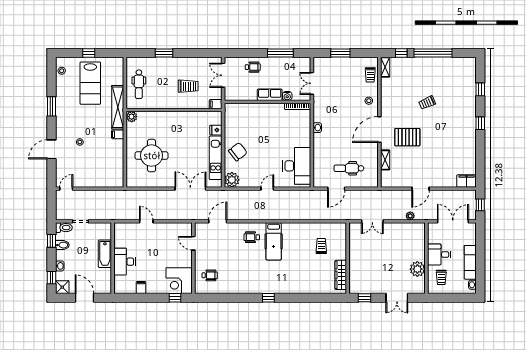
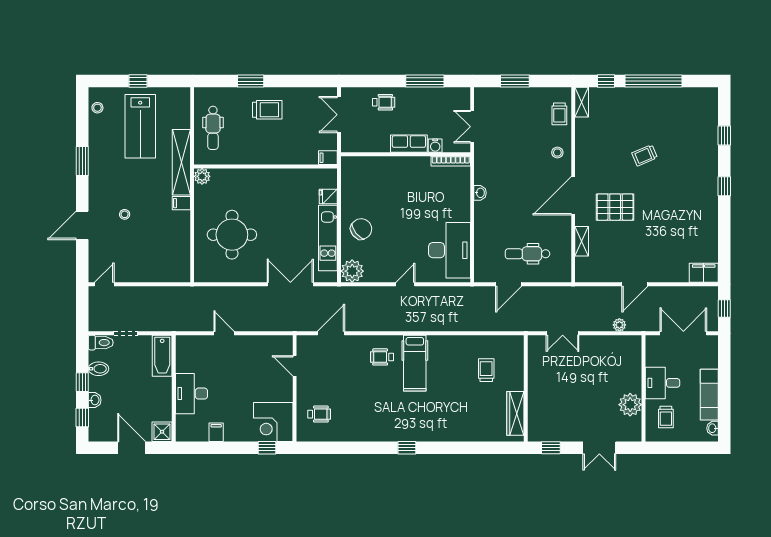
trolley: (188, 86) -> (267, 110), moved
window: (52, 241) -> (82, 382), moved
bathtub: (105, 254) -> (162, 356), moved
shower: (62, 287) -> (162, 432), moved

